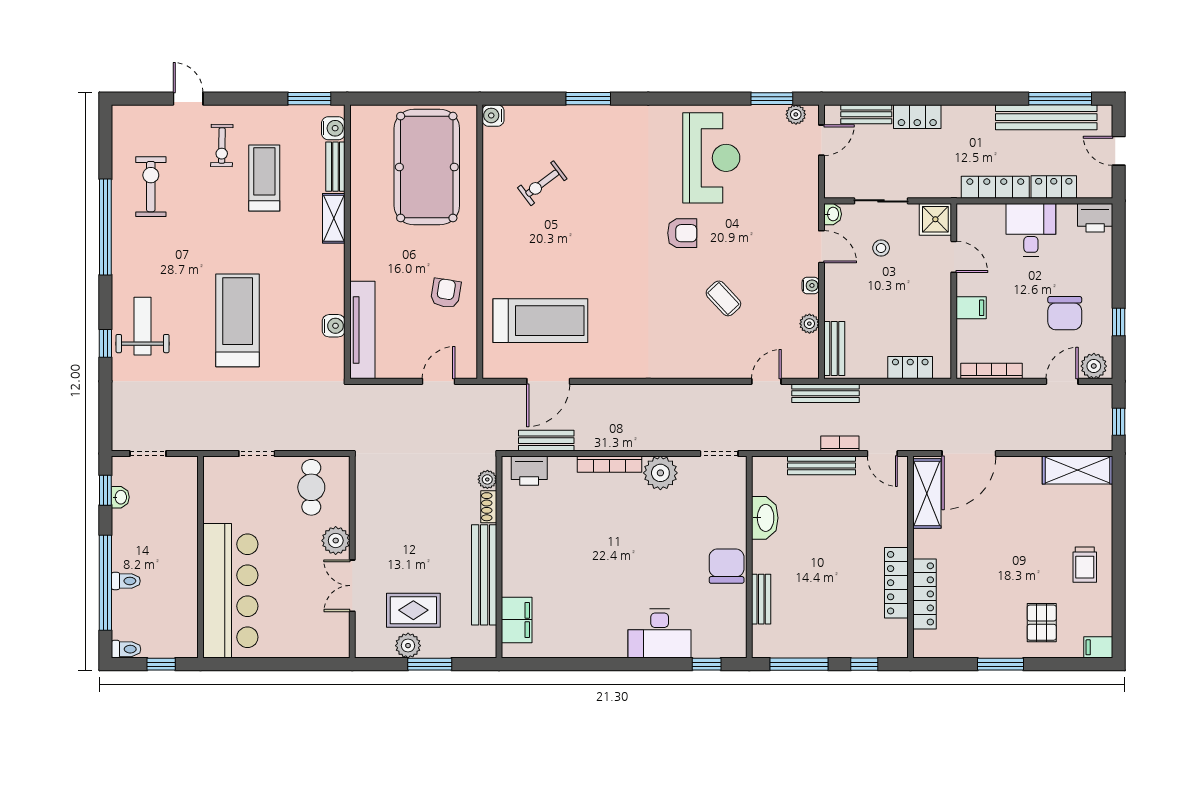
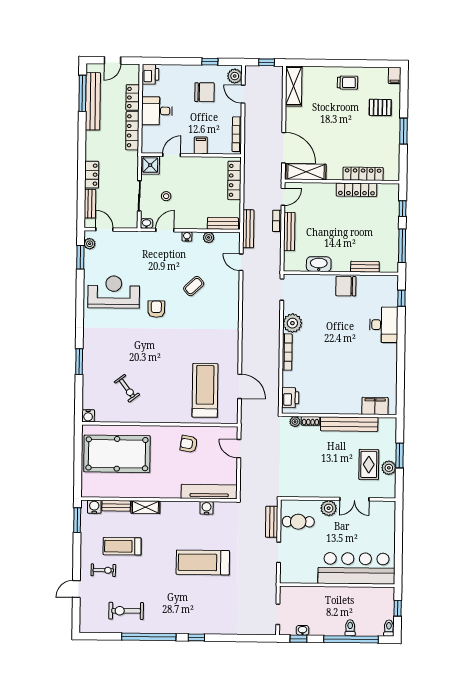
weight bench: (143, 326) -> (205, 616), removed
window: (105, 343) -> (196, 637), moved
locker: (910, 368) -> (234, 180), width x1.53
bench: (546, 441) -> (272, 522), moved

